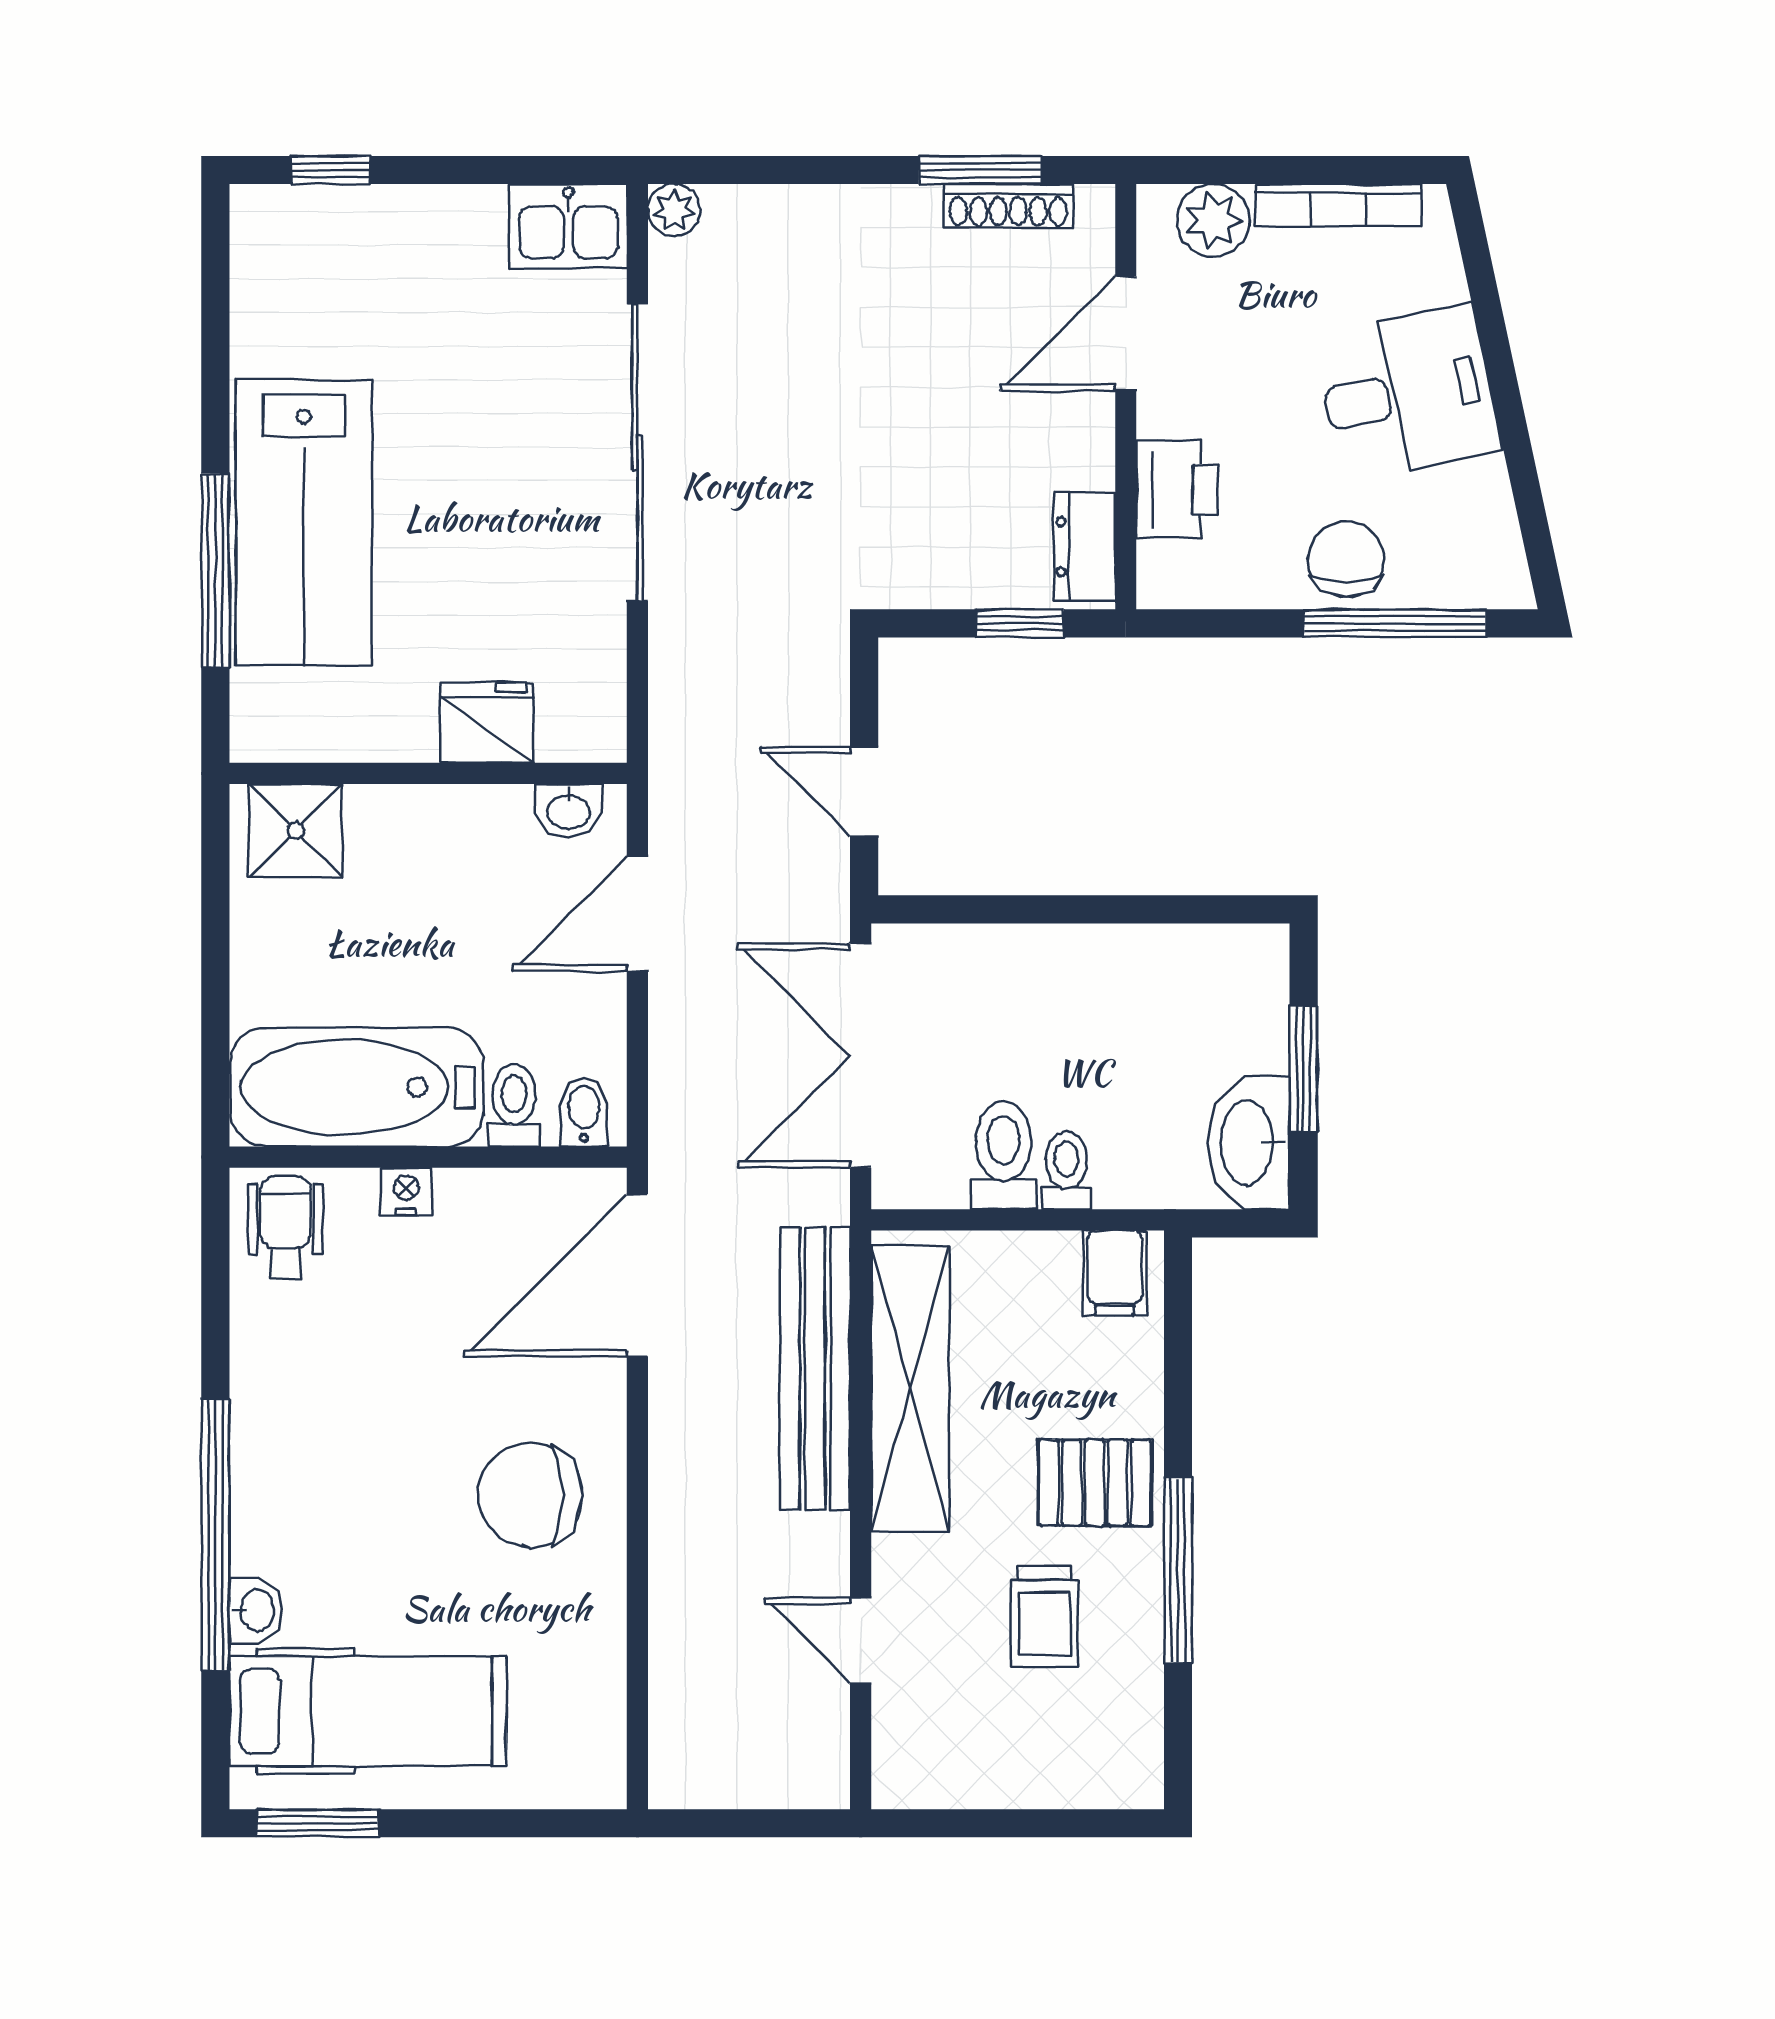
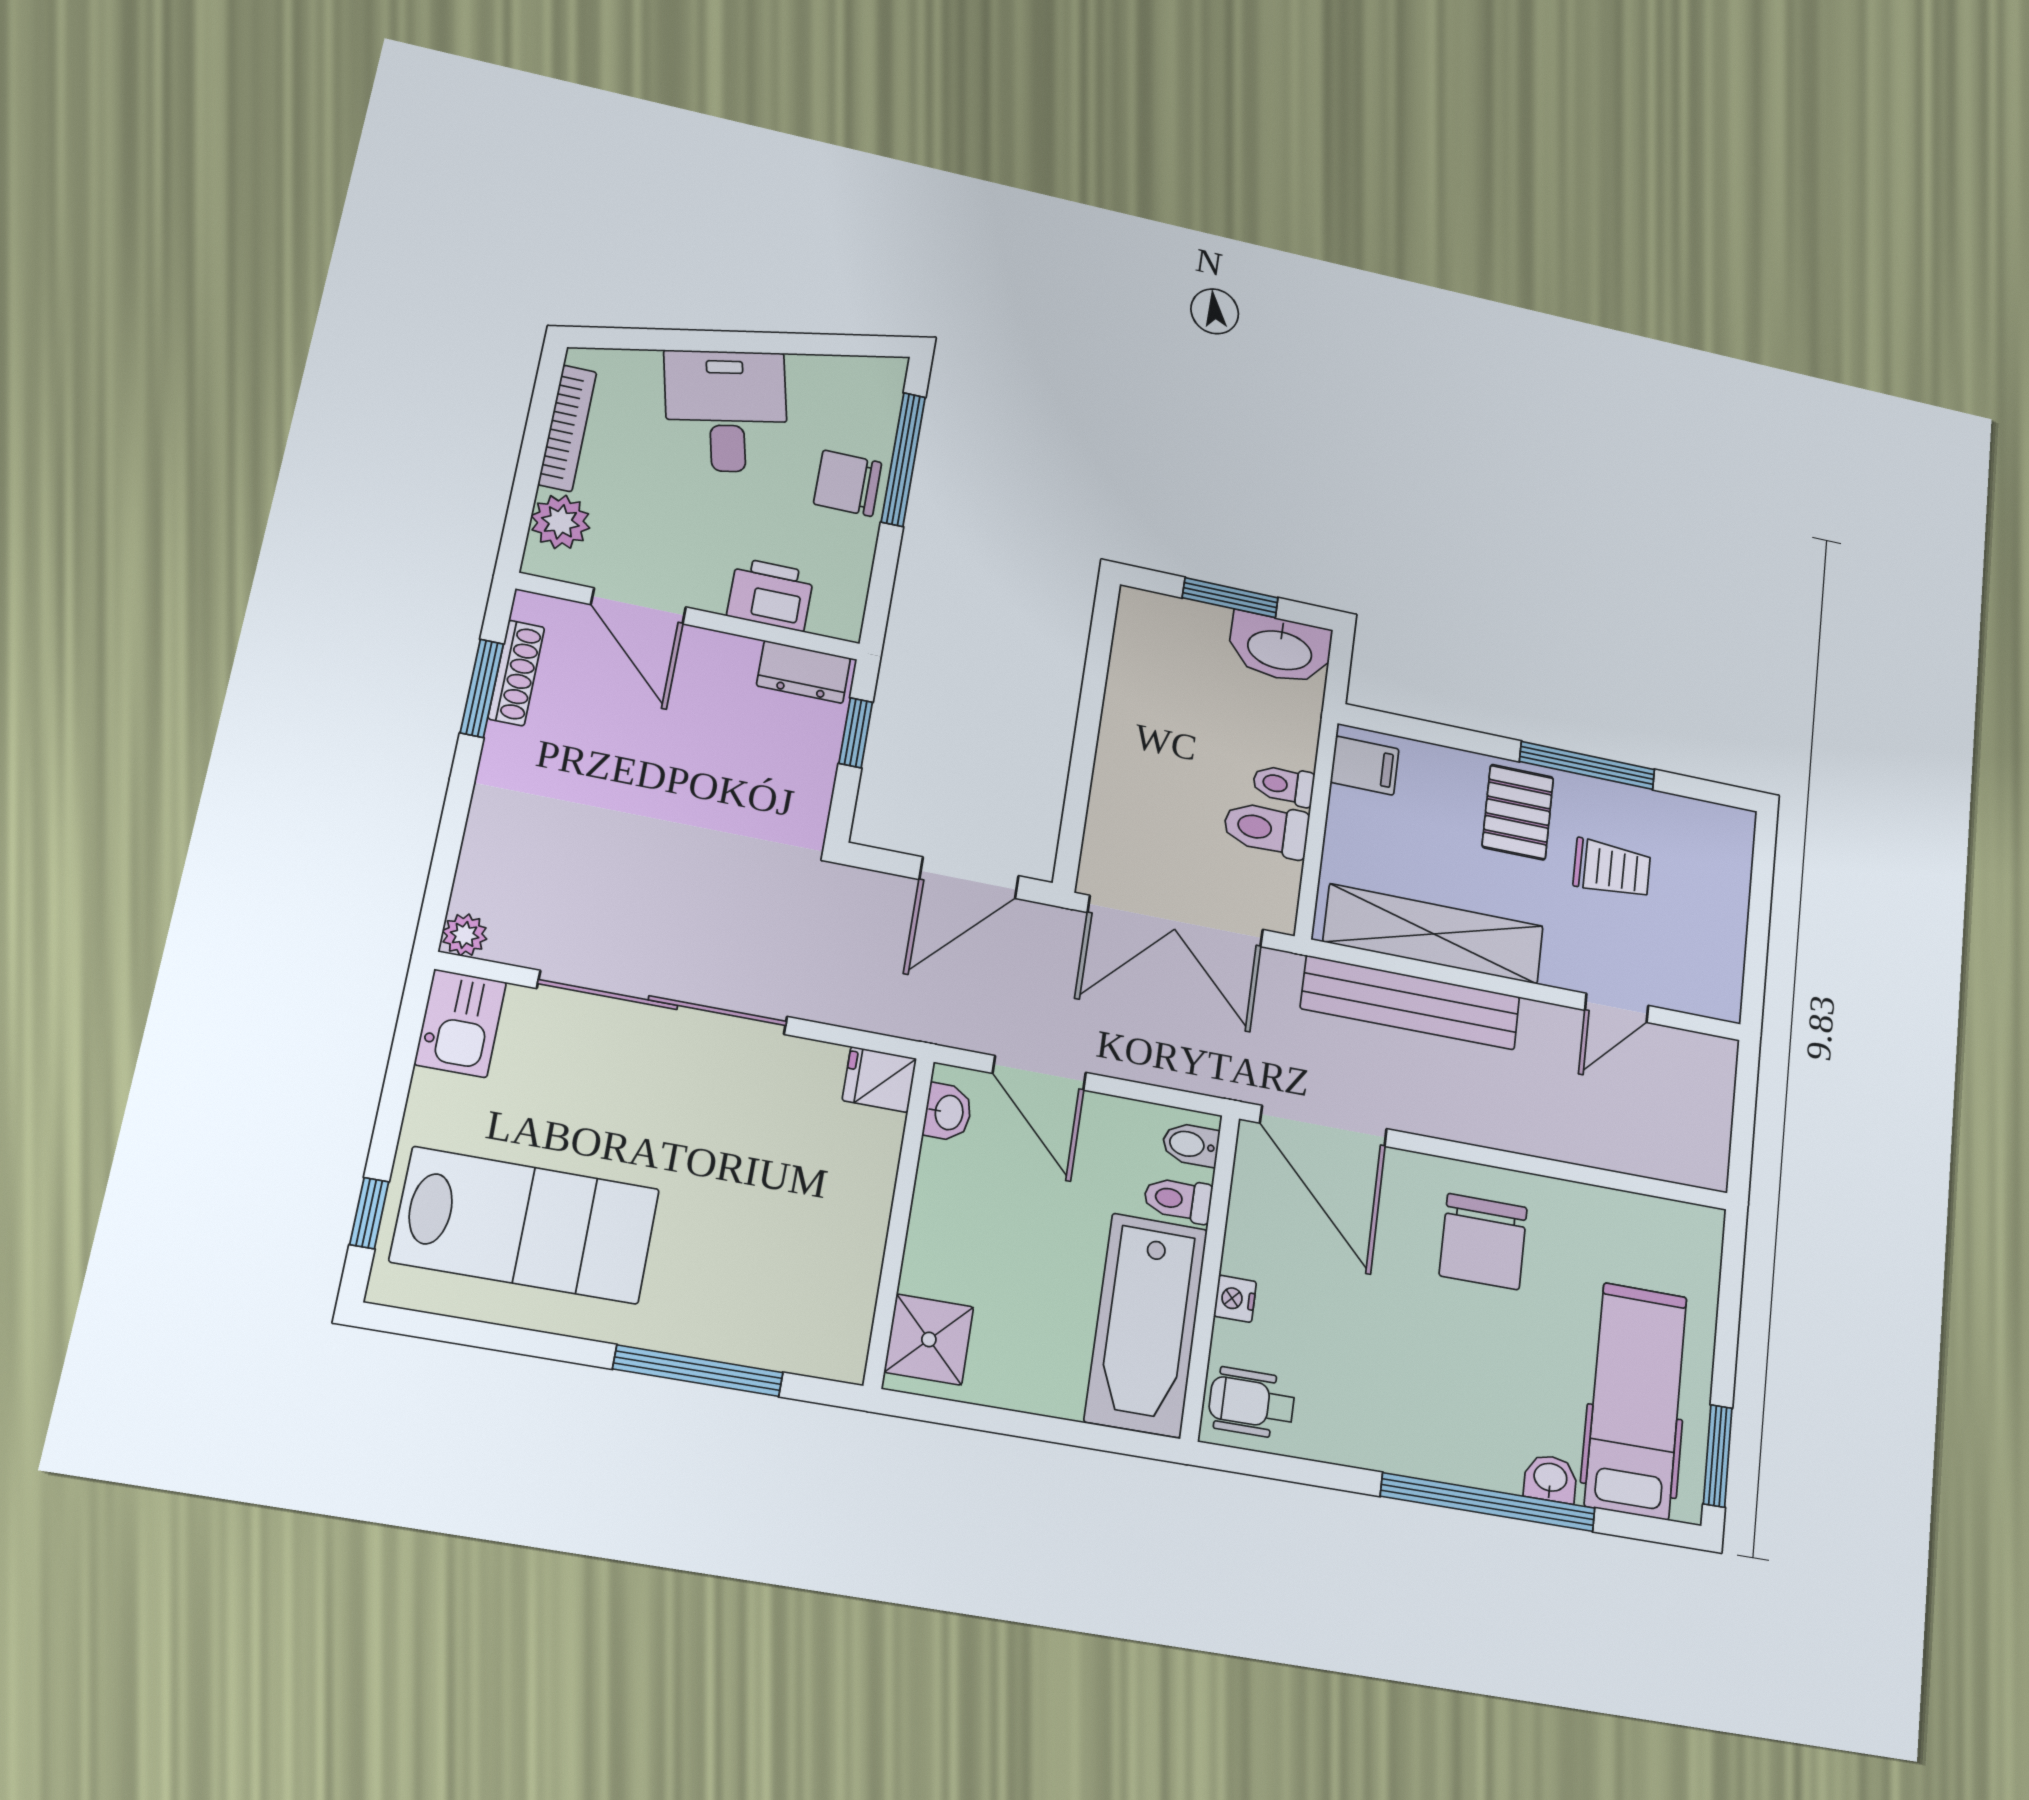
lab bench: (304, 523) -> (525, 1225), moved
fridge: (486, 723) -> (879, 1079), moved, width x0.72
door: (864, 791) -> (969, 878), width x1.37

